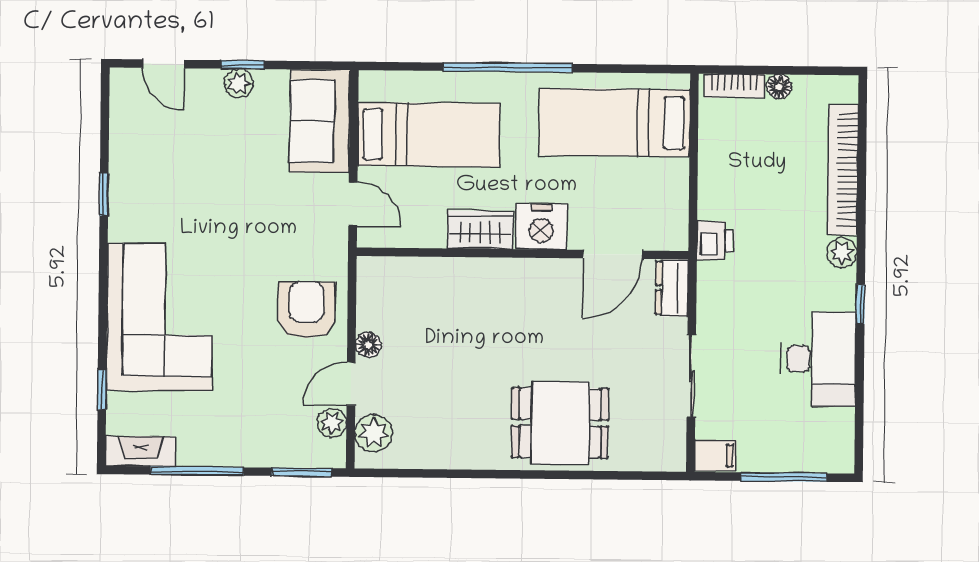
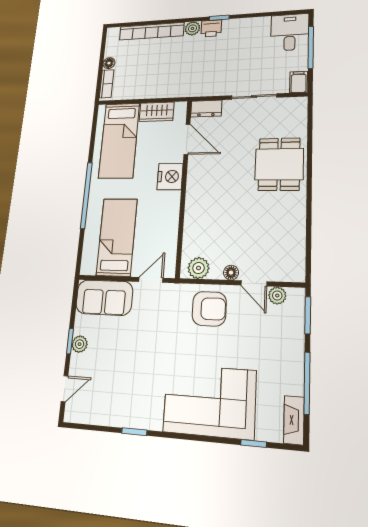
wardrobe: (480, 230) -> (157, 112), moved, turned -90
printer: (714, 241) -> (211, 28), moved, turned 180
armchair: (307, 310) -> (209, 309), turned 180
desk: (818, 359) -> (290, 32), moved, width x0.73
plant: (374, 433) -> (199, 268), moved

